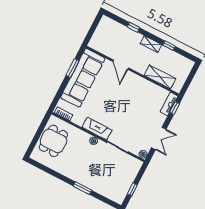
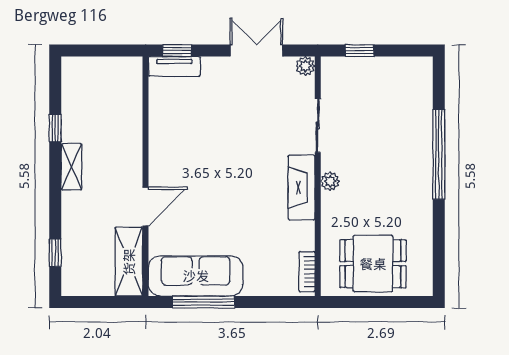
window: (133, 27) -> (55, 253), moved
window: (72, 68) -> (204, 302), width x1.44
shelving: (160, 77) -> (129, 262), moved
sofa: (83, 78) -> (196, 276), width x0.74, depth x0.79
window: (82, 188) -> (439, 154), width x2.11
window: (132, 190) -> (360, 51), moved

